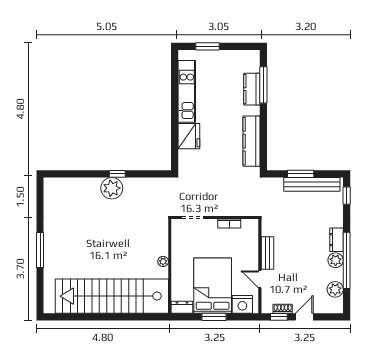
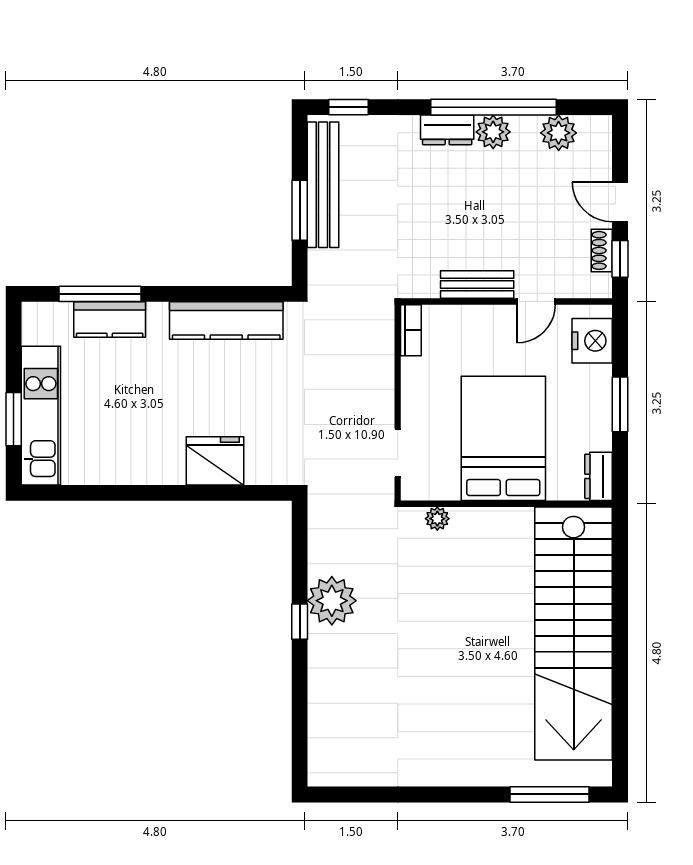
kitchen unit: (187, 91) -> (41, 416), moved, turned 90
plant: (112, 188) -> (332, 601), moved
bookcase: (229, 224) -> (411, 330), moved
window: (40, 250) -> (549, 794), moved
plant: (163, 261) -> (437, 519), moved
bed: (213, 286) -> (503, 438), moved, turned 90

